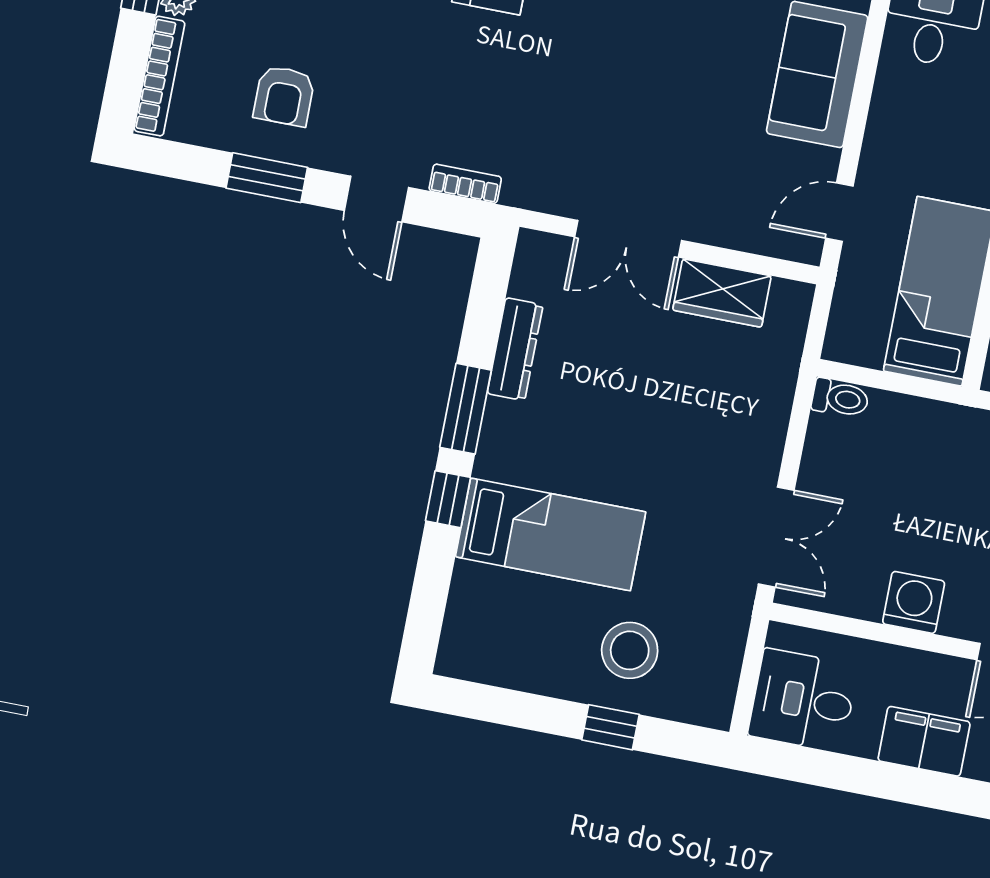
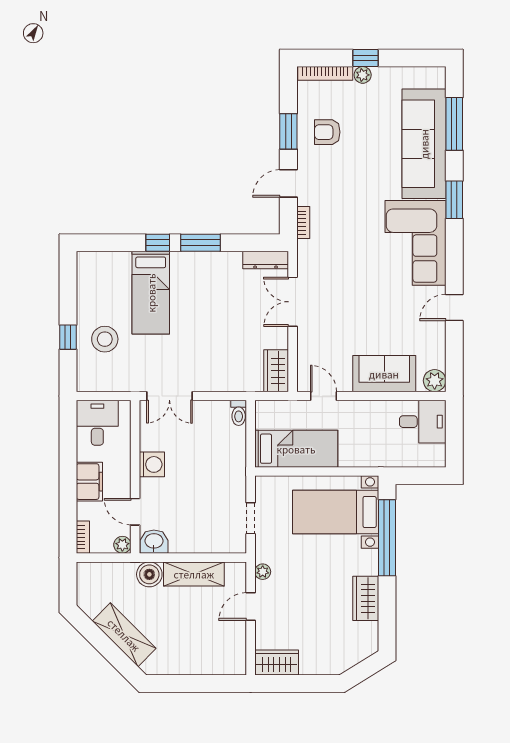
wardrobe: (722, 293) -> (276, 371), moved
dresser: (515, 349) -> (266, 260), moved

